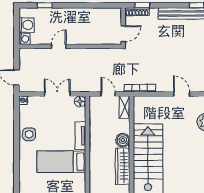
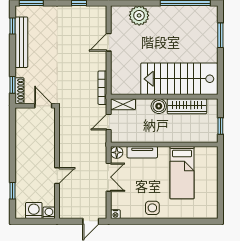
door: (59, 46) -> (57, 176), swing flipped
double door: (57, 94) -> (109, 177), swing flipped
tv unit: (80, 136) -> (142, 152), moved

